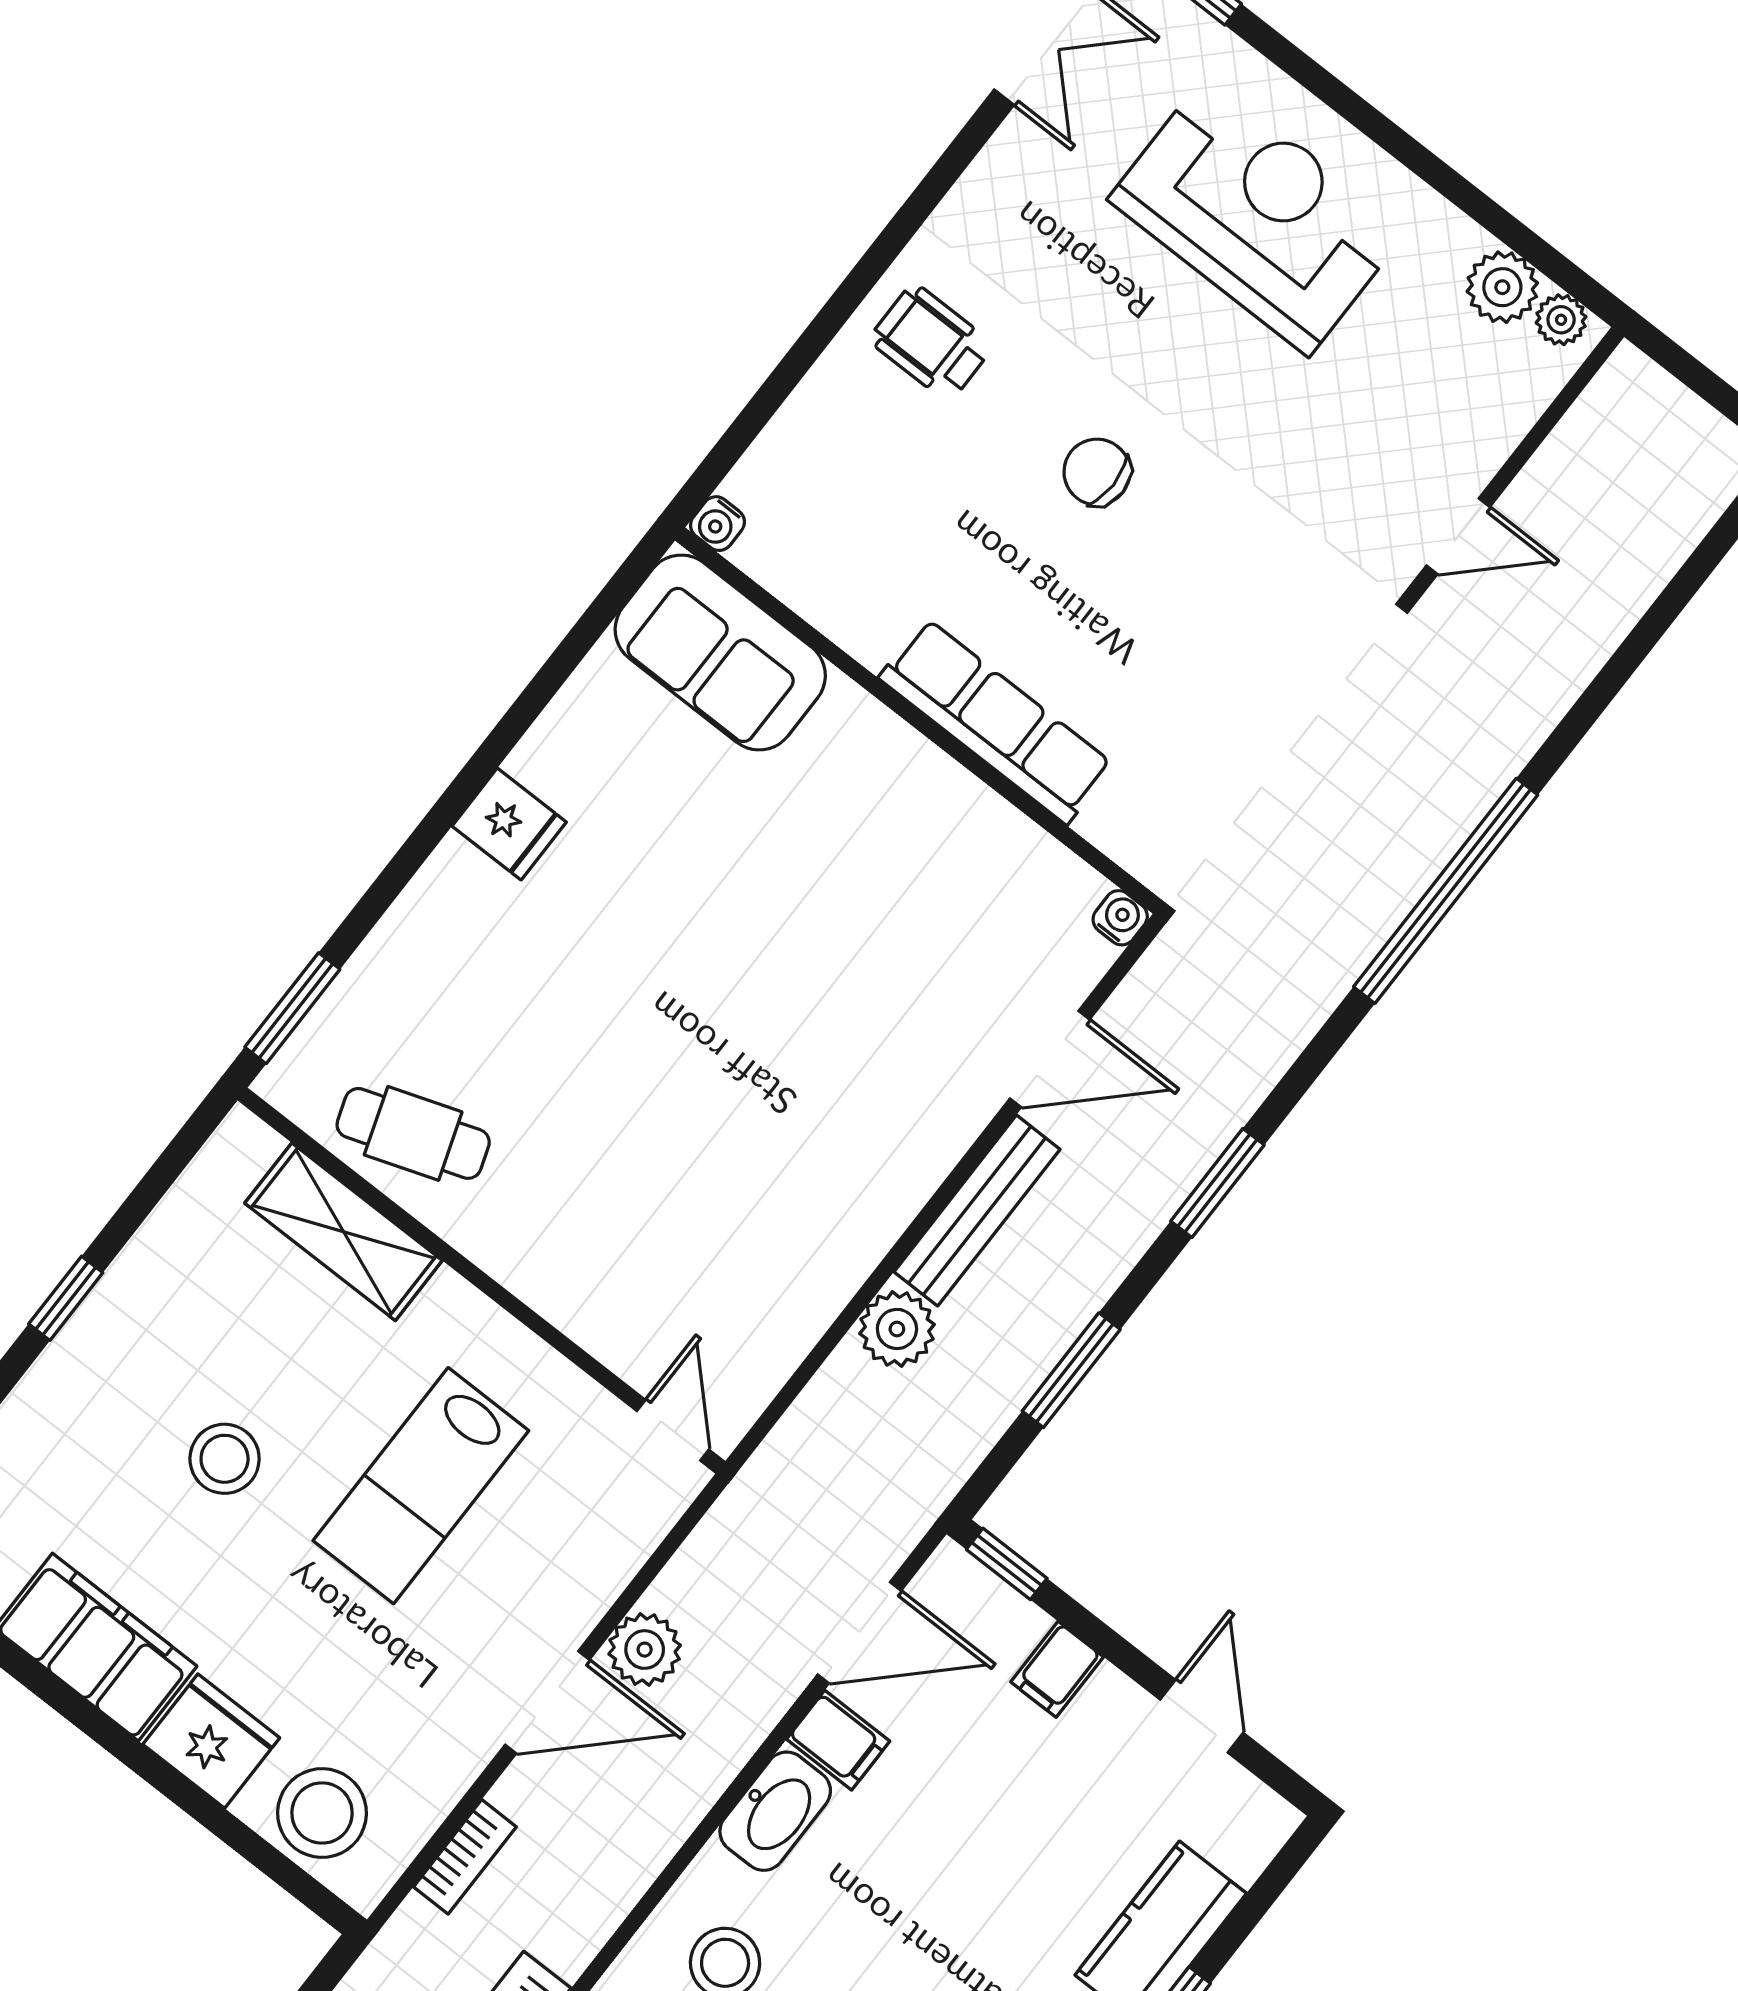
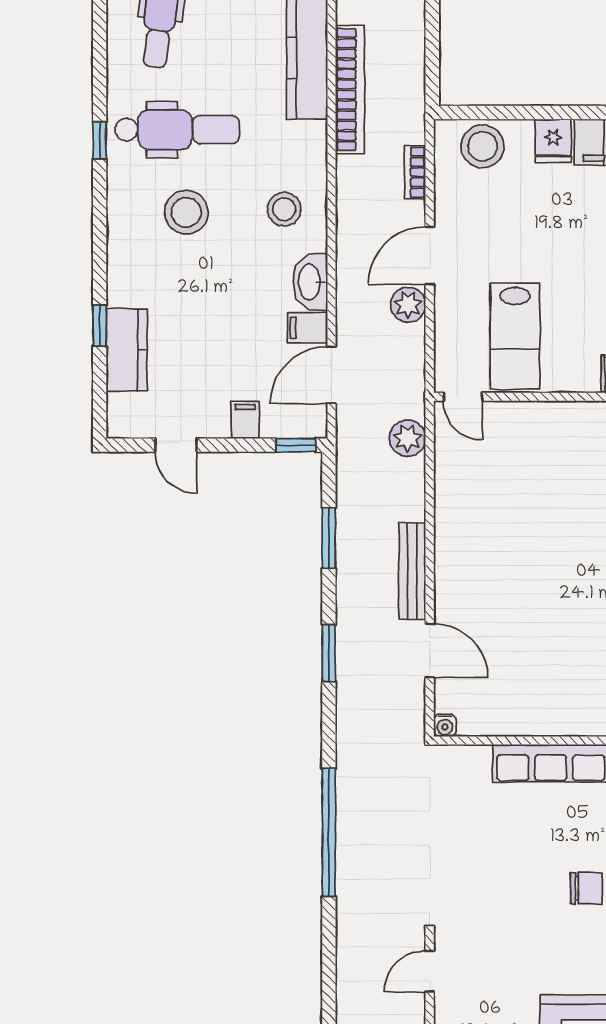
door: (1050, 1059) -> (430, 650), swing flipped
plant: (897, 1329) -> (407, 438), moved
lab bench: (421, 1486) -> (515, 336), moved, turned 180
fridge: (211, 1741) -> (553, 141), width x0.72

